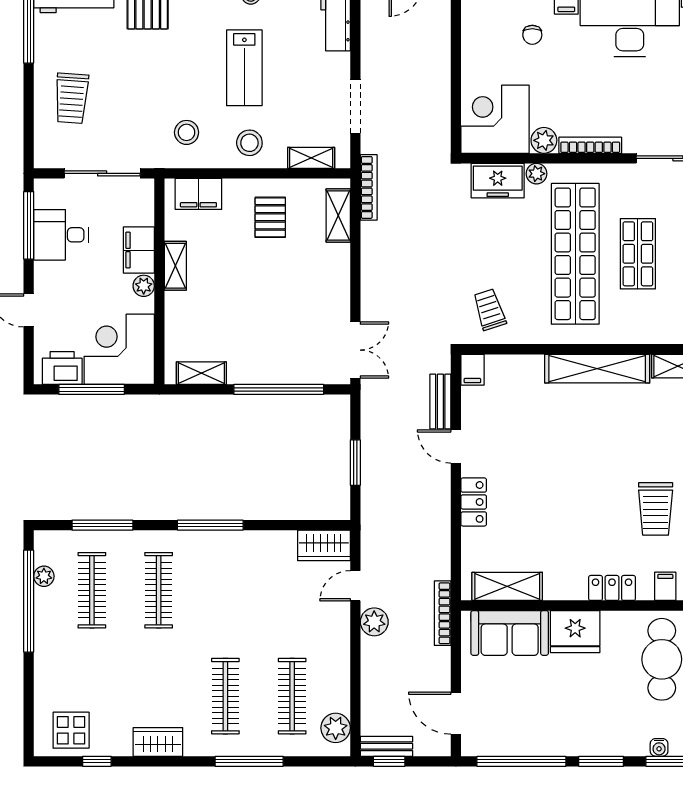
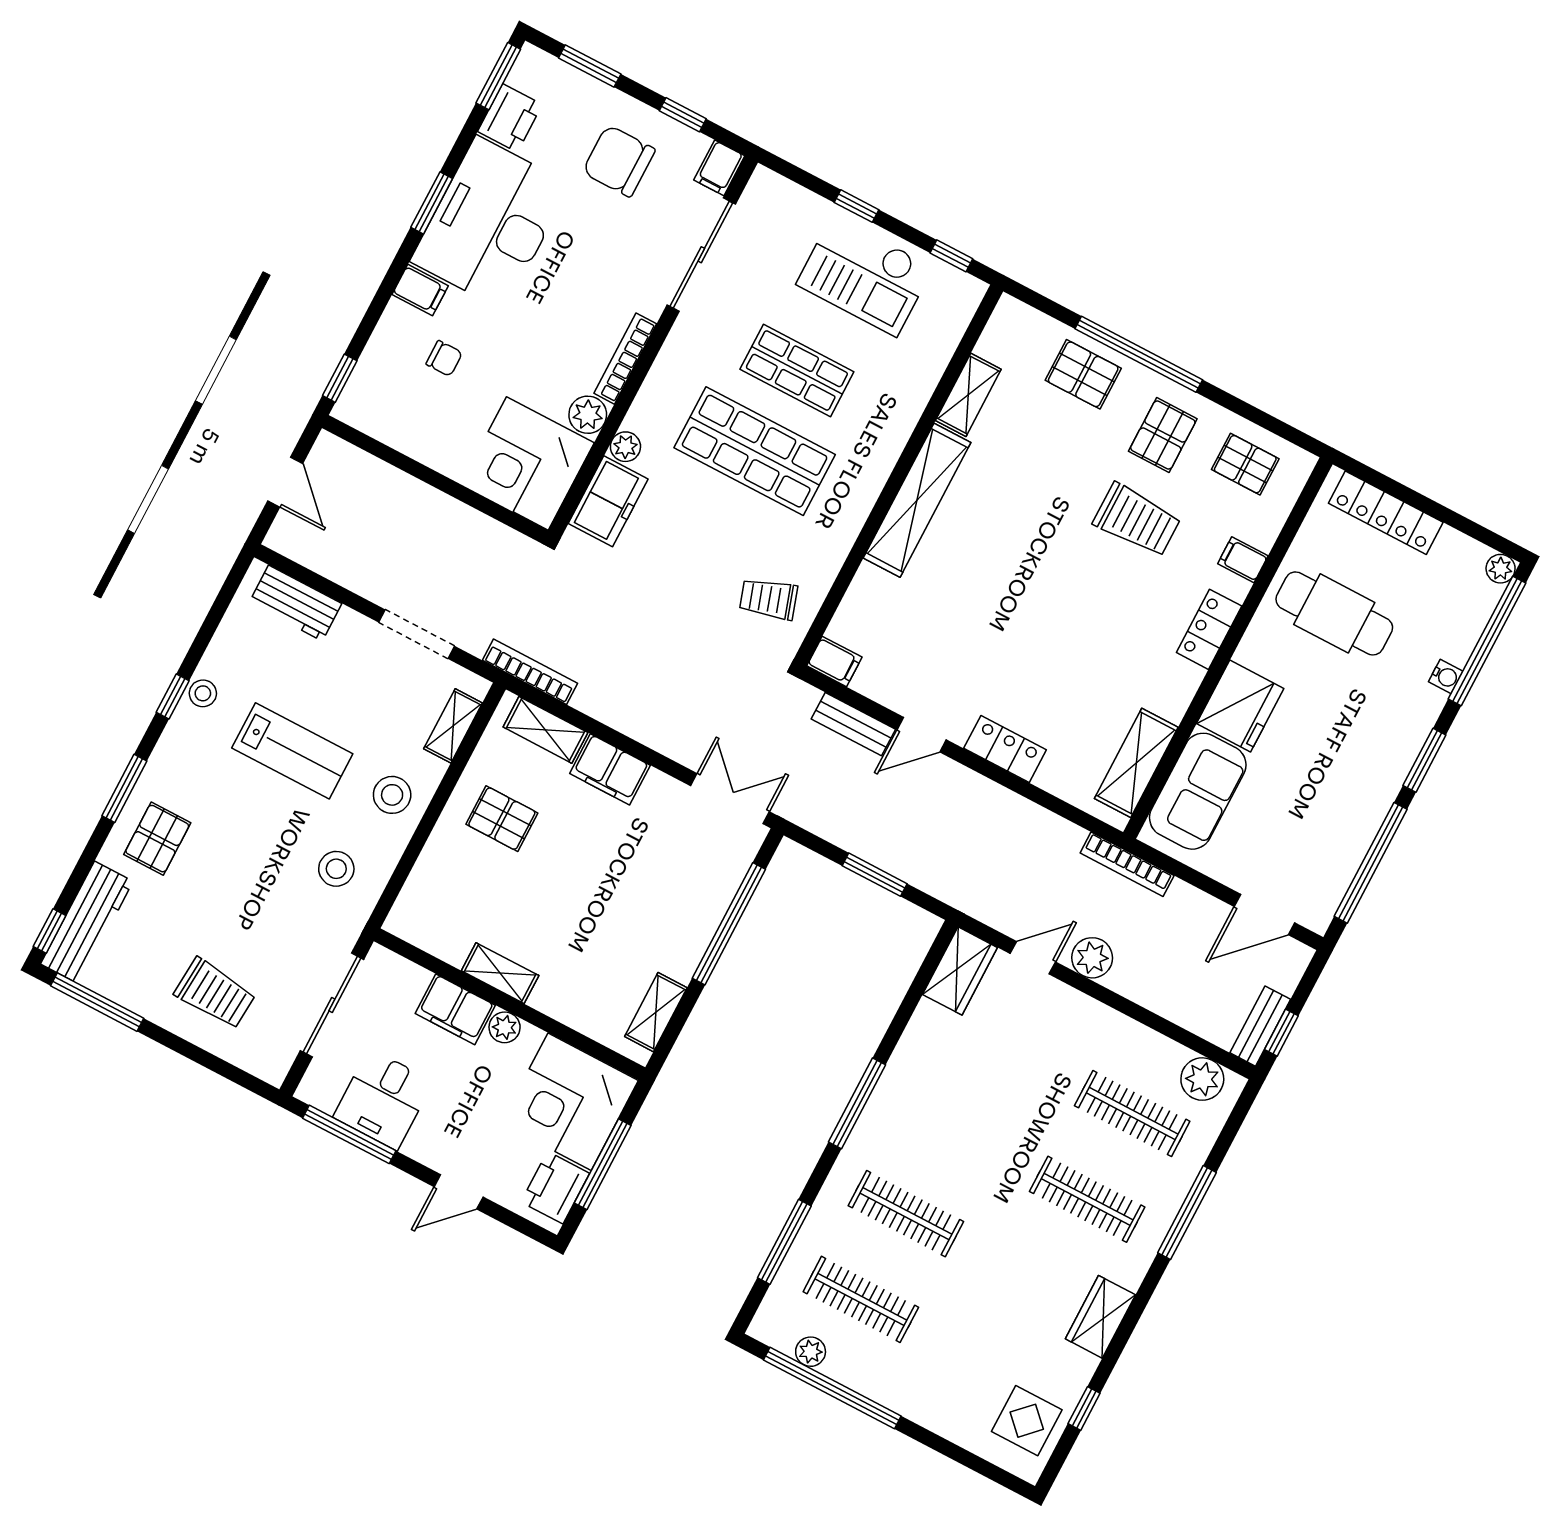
filing cabinet: (198, 194) -> (610, 769), moved, turned 90
shop shelf: (575, 254) -> (755, 451), width x0.71
door: (355, 586) -> (1033, 958), swing flipped

